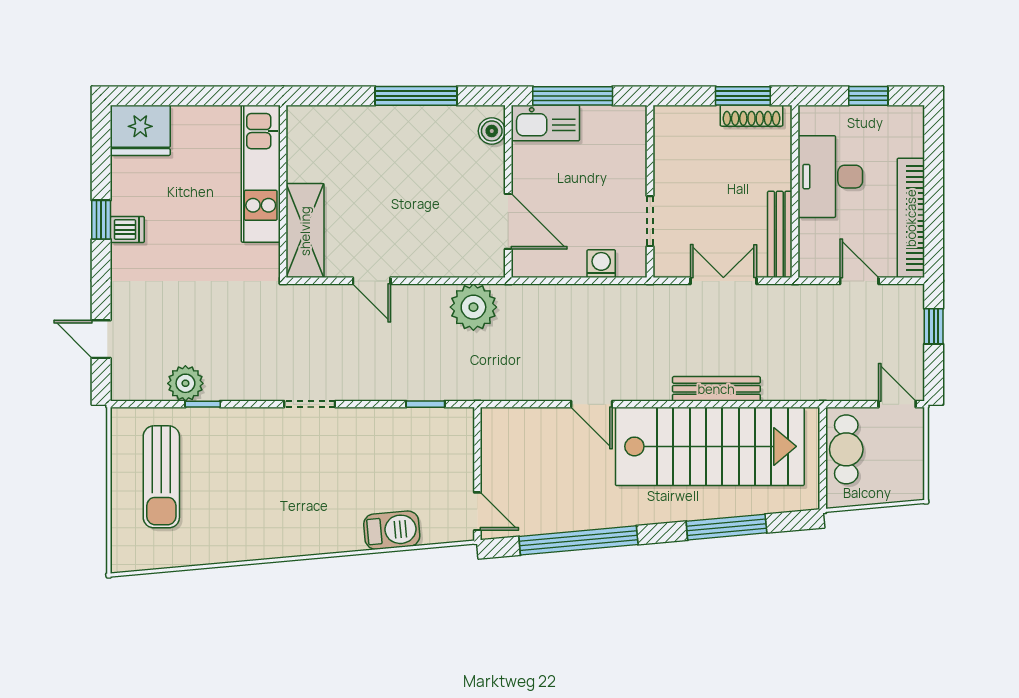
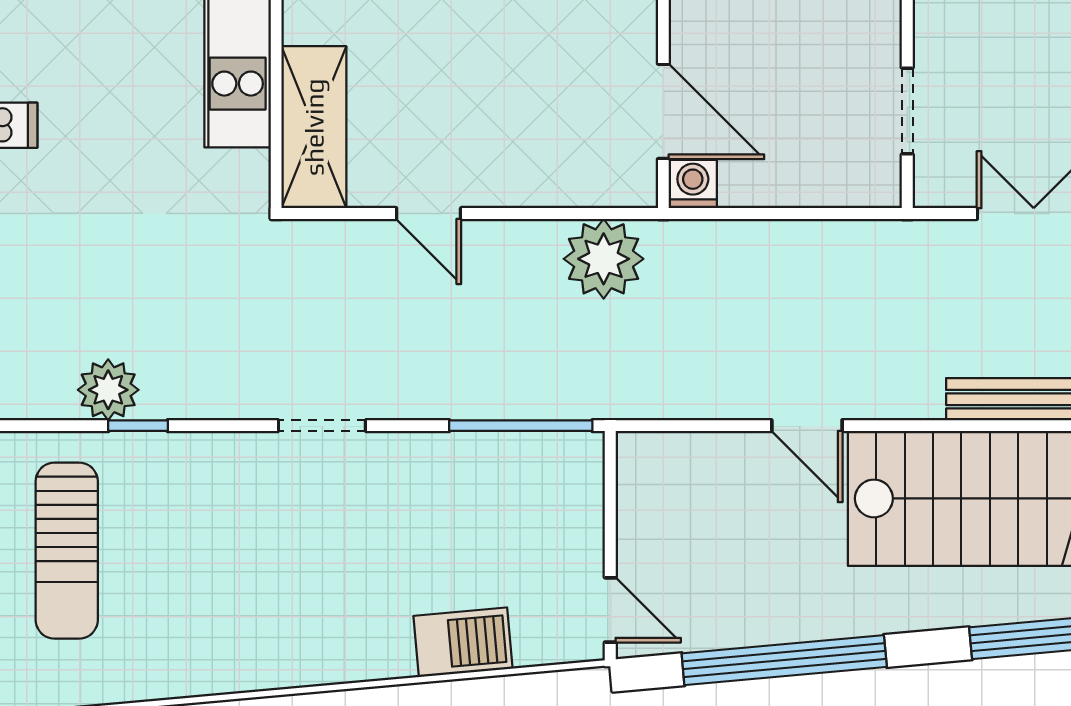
washing machine: (601, 264) -> (693, 184), moved
window: (425, 404) -> (521, 426), width x2.17

